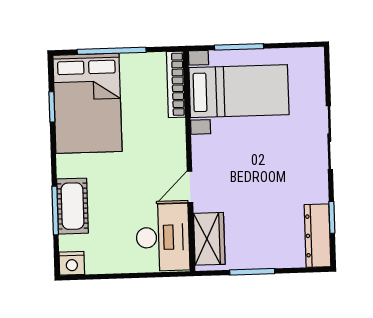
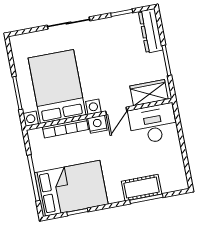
bookcase: (176, 84) -> (65, 128), moved
bed with nightstands: (239, 91) -> (57, 86), width x1.36
door: (190, 187) -> (116, 111), hinge flipped
dresser: (318, 236) -> (151, 31), moved, turned 90
nightstand: (72, 263) -> (97, 124), moved, turned -90

